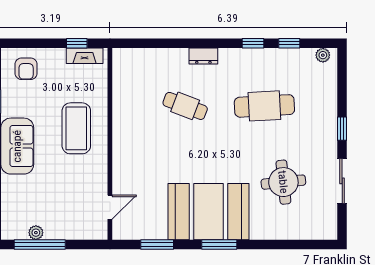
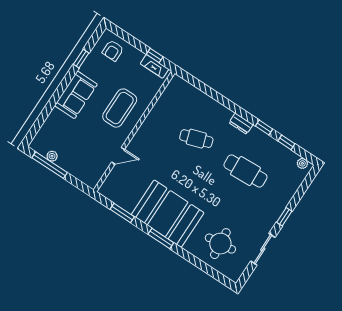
dresser: (203, 56) -> (241, 124), moved
cafe table: (185, 106) -> (196, 139), turned -39
round table: (283, 182) -> (220, 244), moved
door: (110, 207) -> (118, 156), moved

